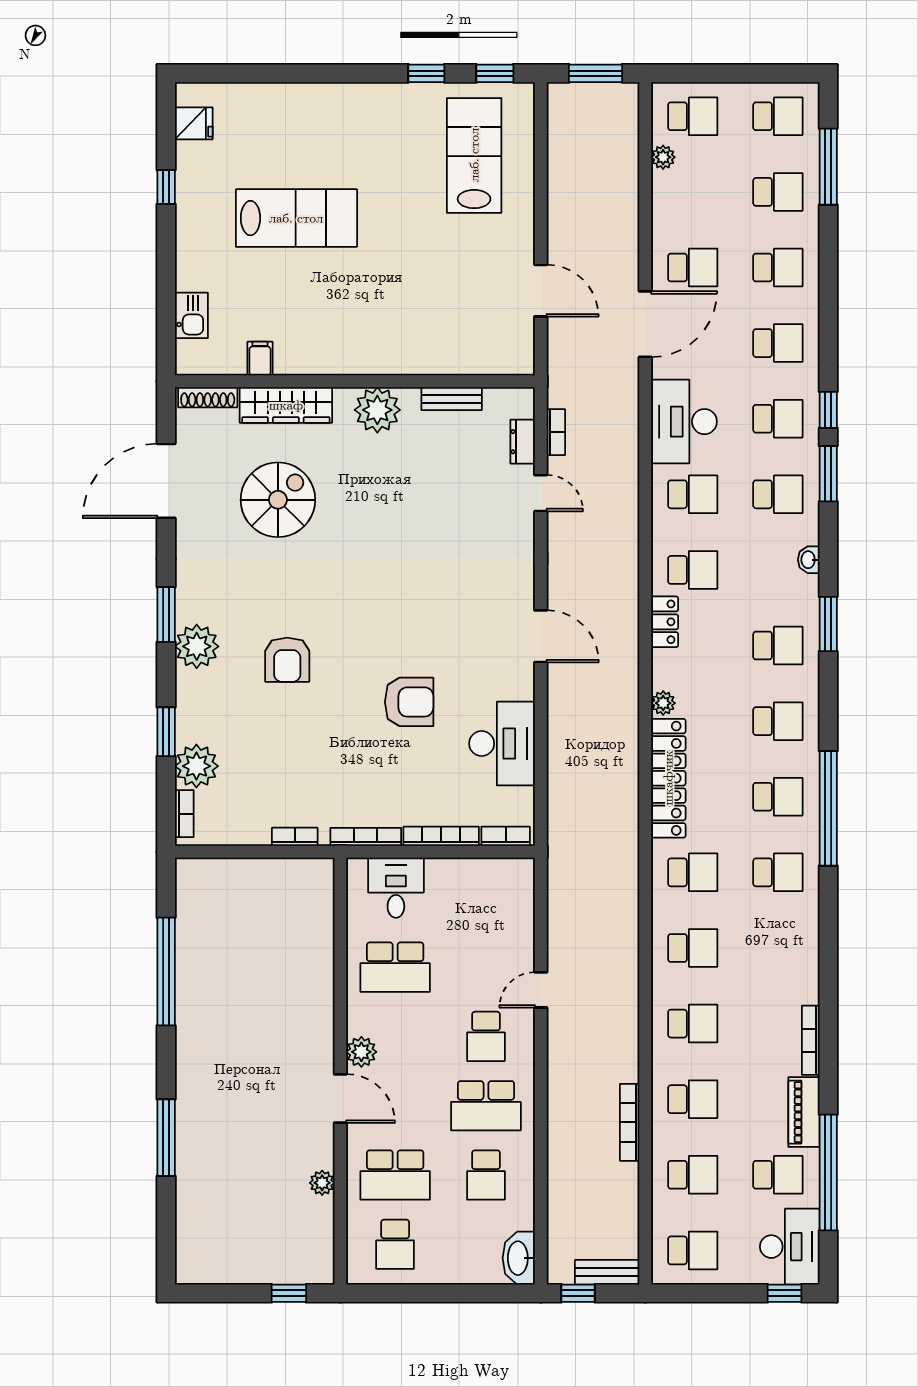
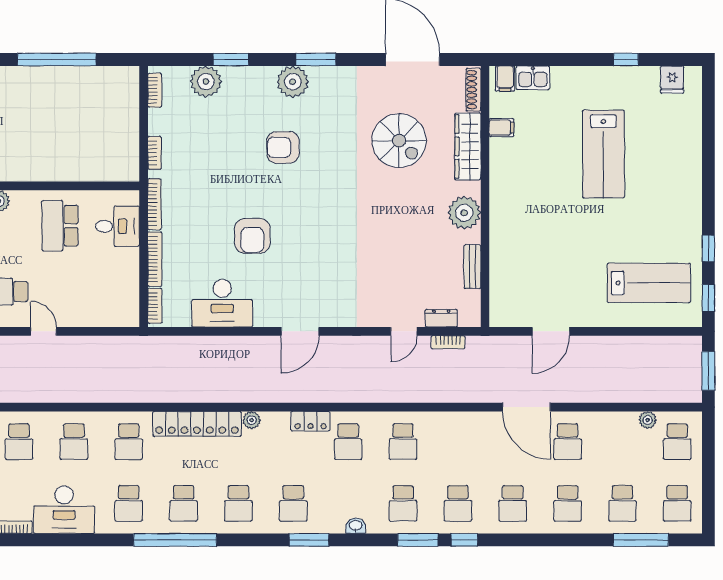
filing cabinet: (192, 354) -> (505, 79), added
desk: (684, 422) -> (64, 510), moved, turned 180
bookcase: (184, 814) -> (155, 90), moved, turned -90

